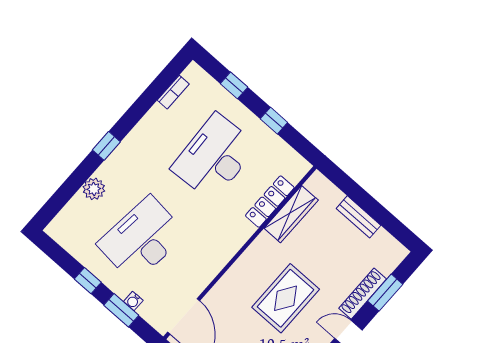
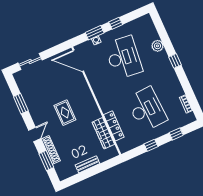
rug: (286, 298) -> (65, 113), width x0.73, depth x0.70

